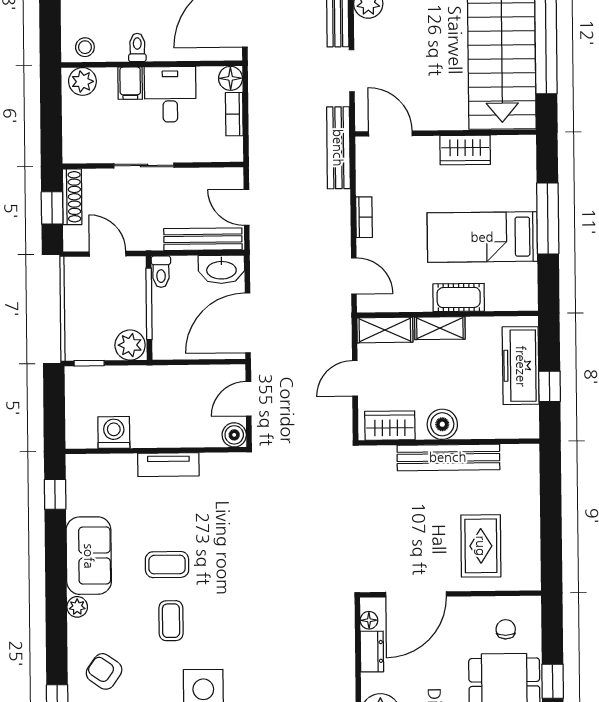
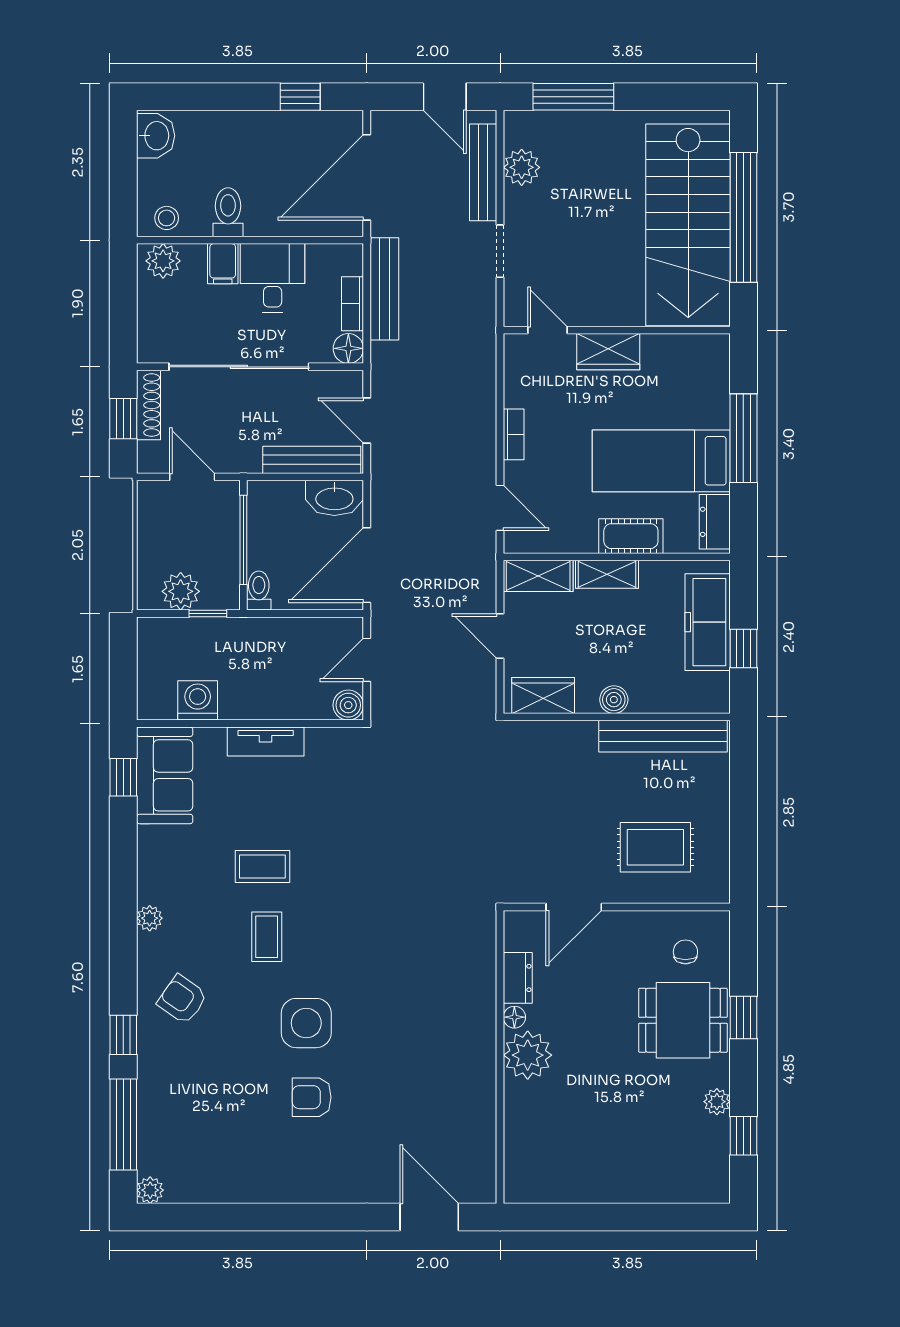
toilet: (137, 47) -> (228, 212), width x1.37, depth x1.39
floor lamp: (231, 78) -> (348, 348), moved
door: (390, 134) -> (548, 330), width x0.73
bench: (338, 148) -> (384, 289), moved
wardrobe: (465, 150) -> (608, 352), moved
sliding door: (144, 165) -> (239, 367), width x1.86
toilet: (161, 272) -> (259, 591), moved, turned 180
dresser: (525, 285) -> (715, 522), added
plant: (130, 345) -> (181, 591), moved
window: (89, 363) -> (208, 614), moved
door: (355, 378) -> (500, 636), hinge flipped
boiler: (442, 424) -> (614, 700), width x0.73, depth x0.73
bench: (448, 457) -> (663, 736), moved
rug: (481, 546) -> (655, 847), turned 90
sofa: (89, 556) -> (165, 775), moved
door: (416, 594) -> (574, 907), width x0.73
floor lamp: (369, 620) -> (514, 1017), moved

